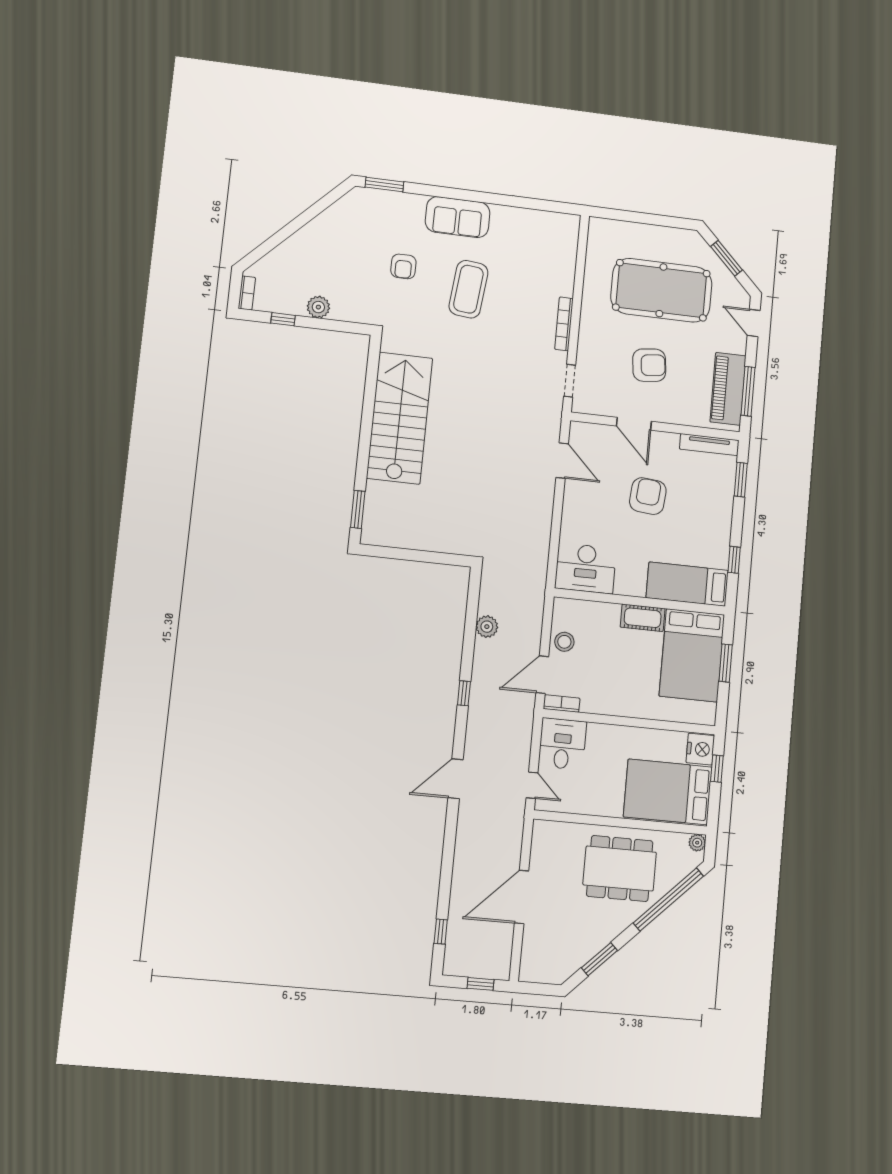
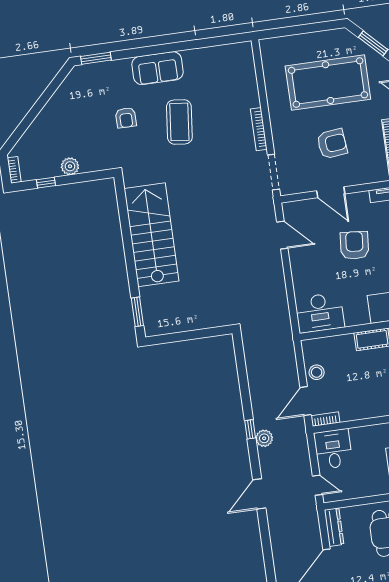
doorway: (570, 381) -> (273, 172), width x1.38
plant: (487, 627) -> (264, 438), moved
dresser: (540, 844) -> (334, 527), added

